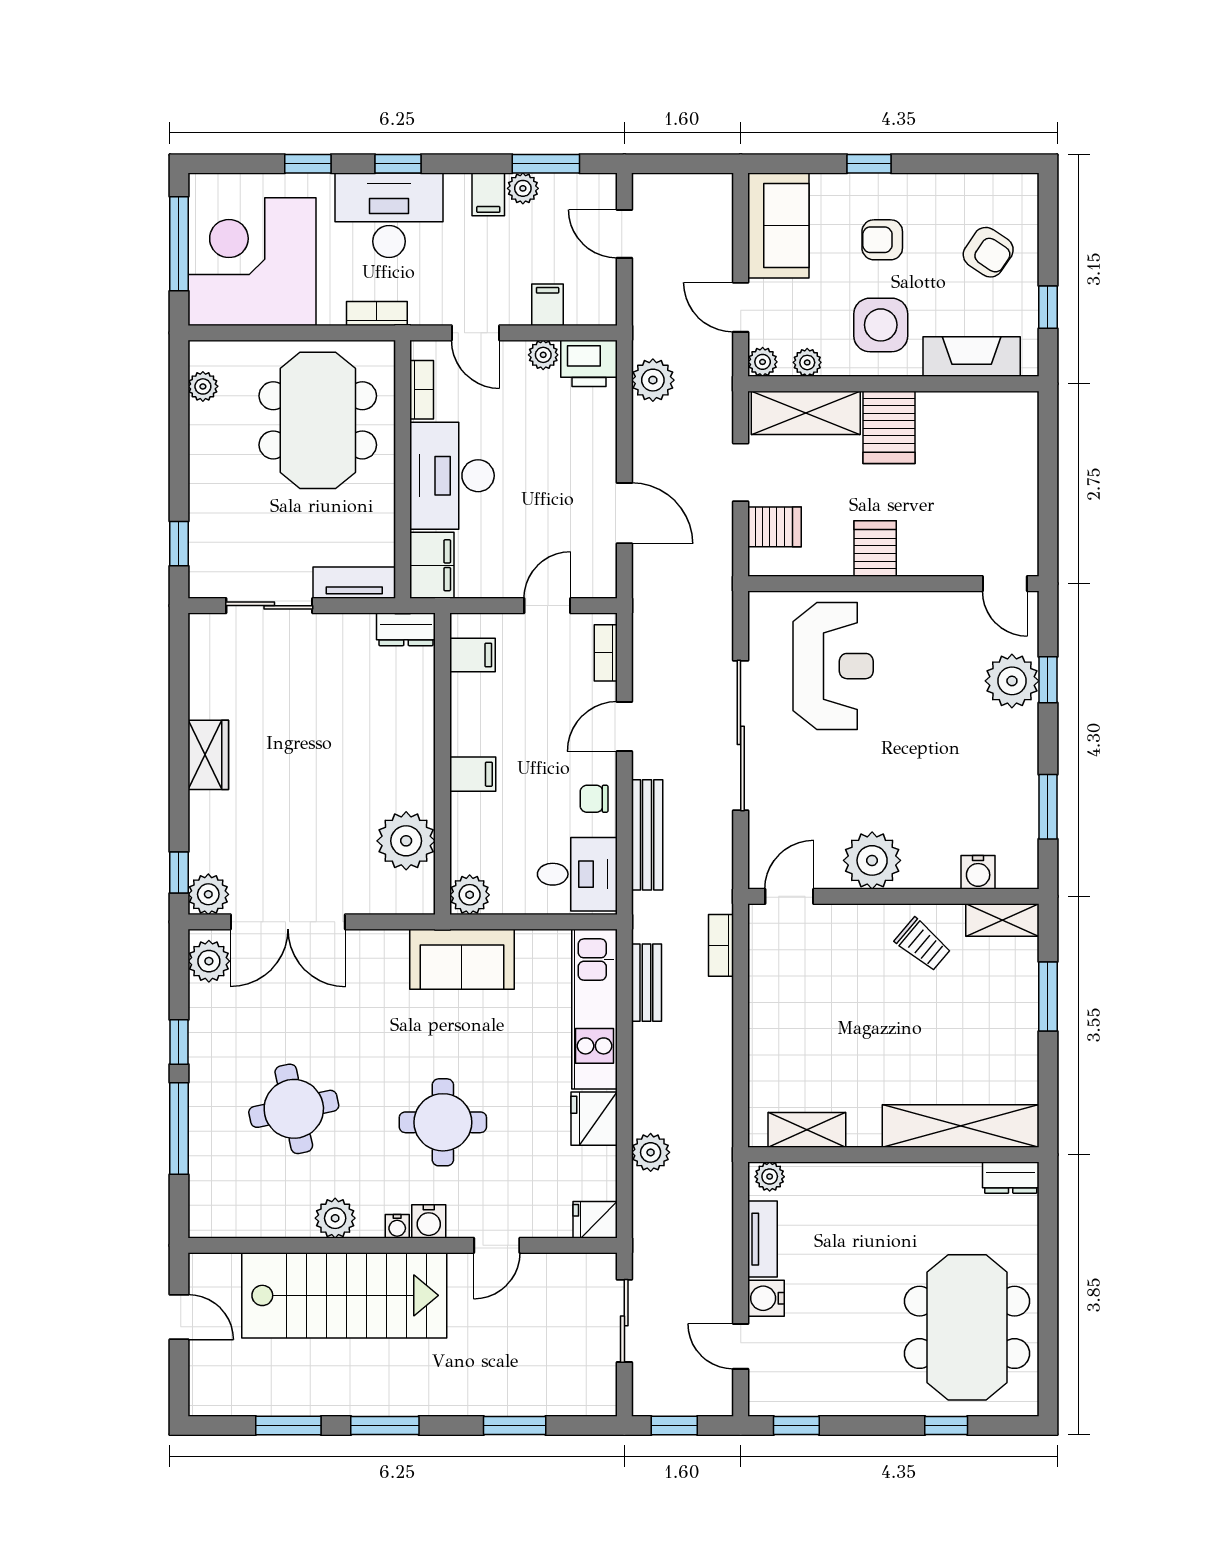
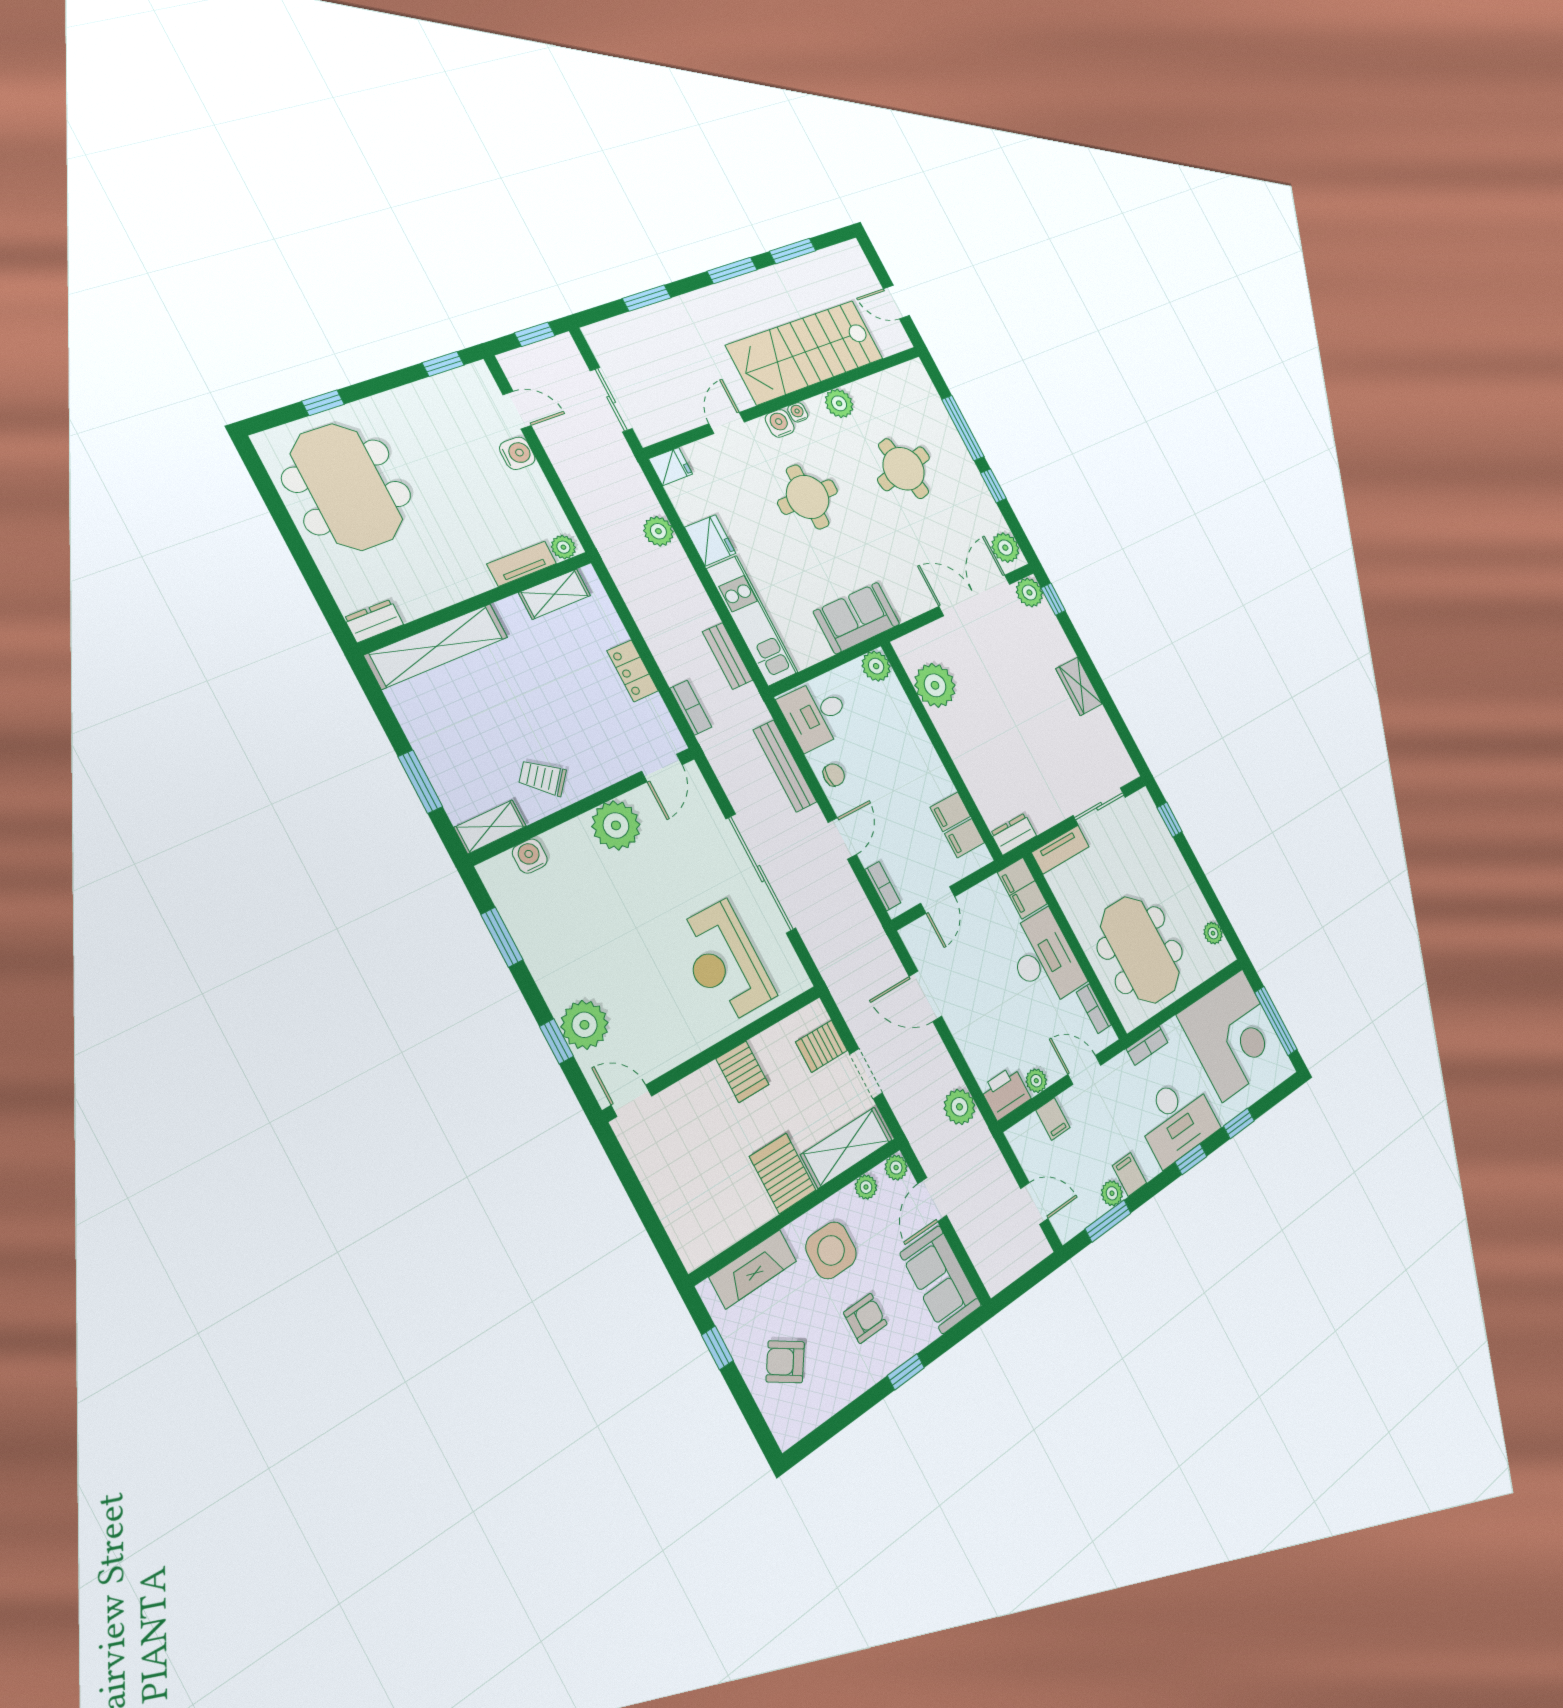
door: (741, 307) -> (932, 1200), swing flipped
filing cabinet: (473, 774) -> (950, 812), moved
locker: (765, 1013) -> (633, 671), added
tv unit: (763, 1239) -> (522, 564), moved, turned 90

